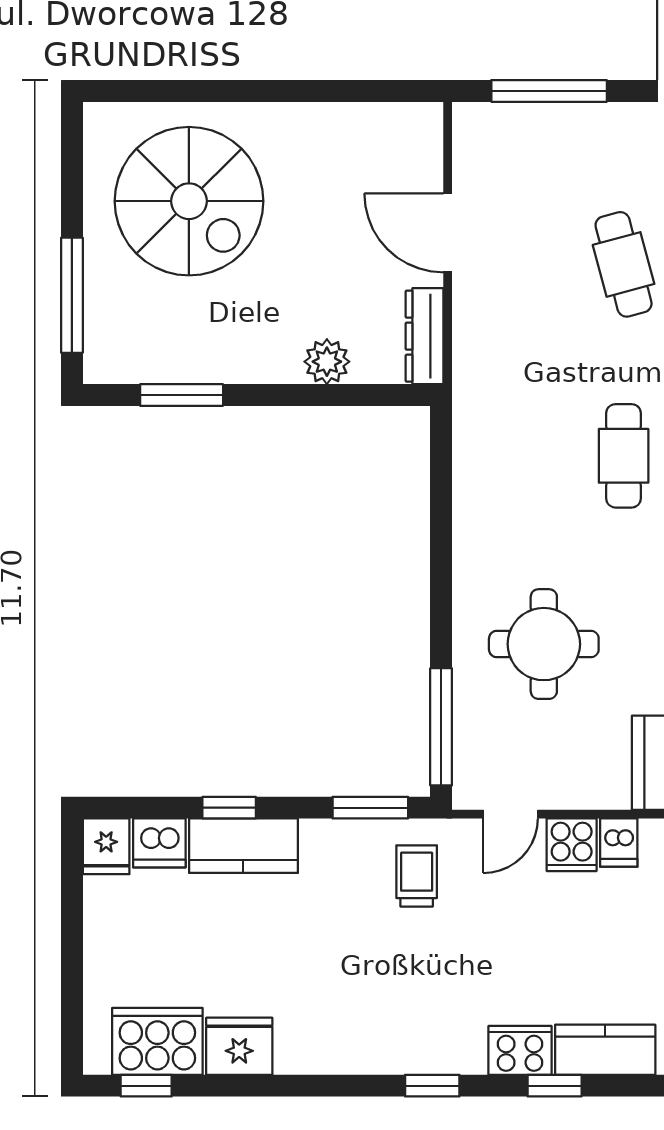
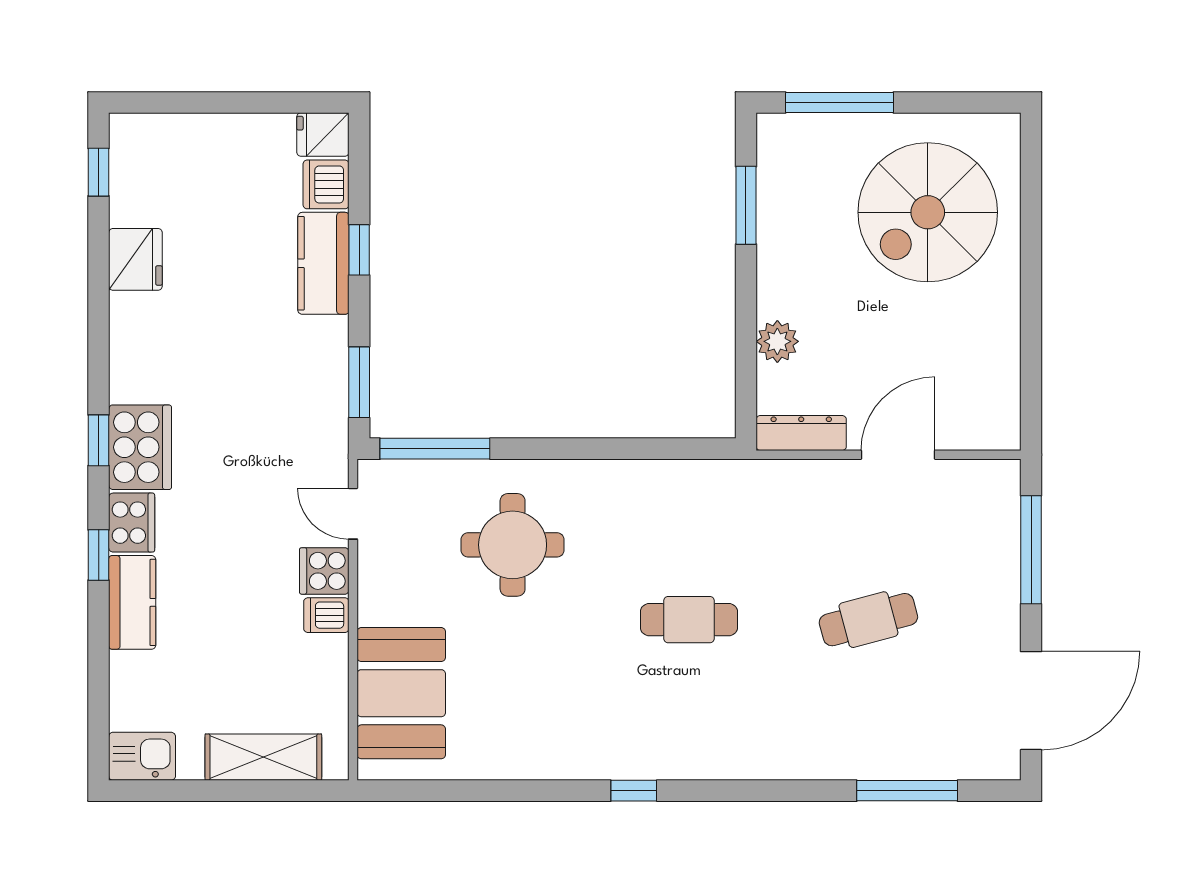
trolley: (417, 876) -> (295, 426), removed
cooker: (157, 1041) -> (140, 447), moved

